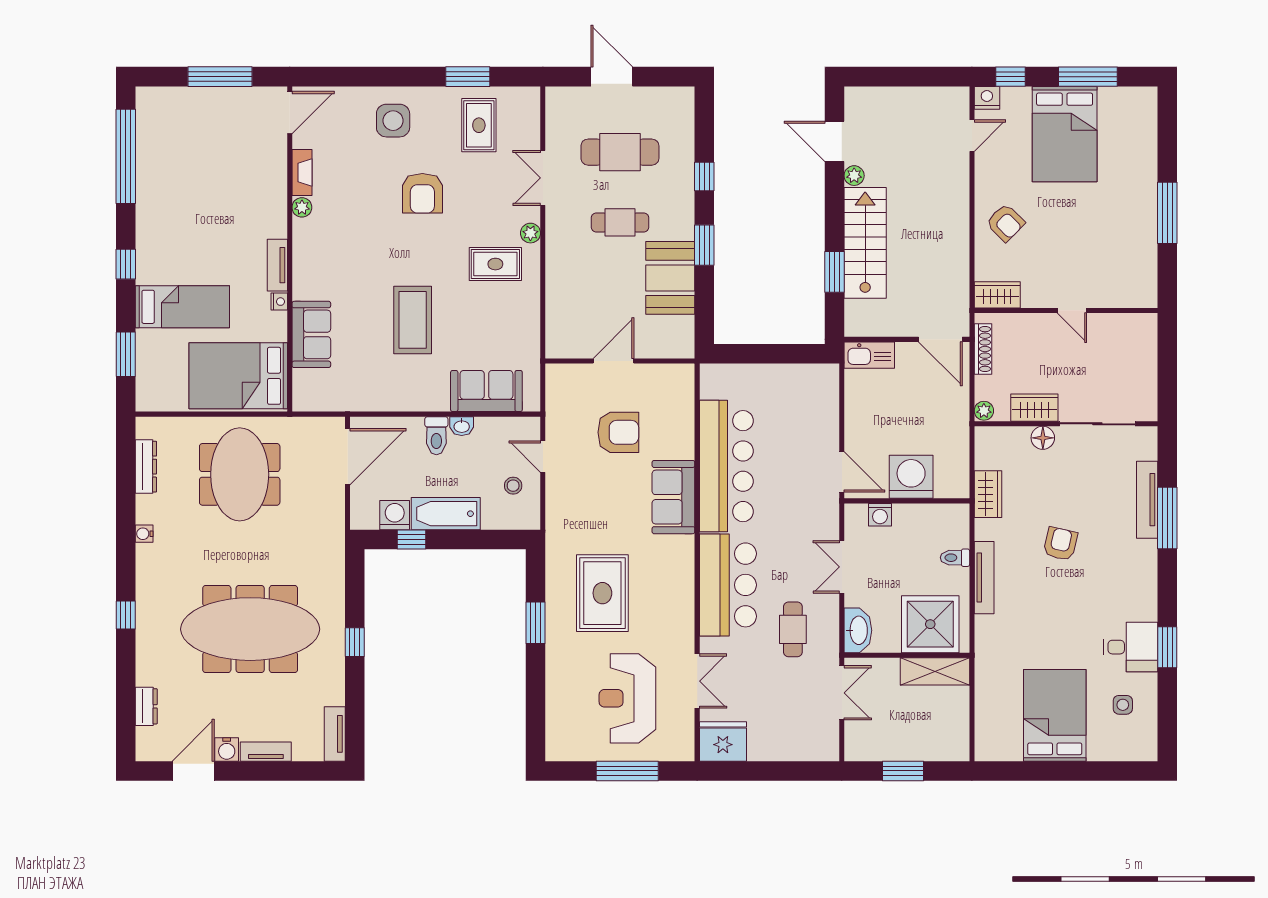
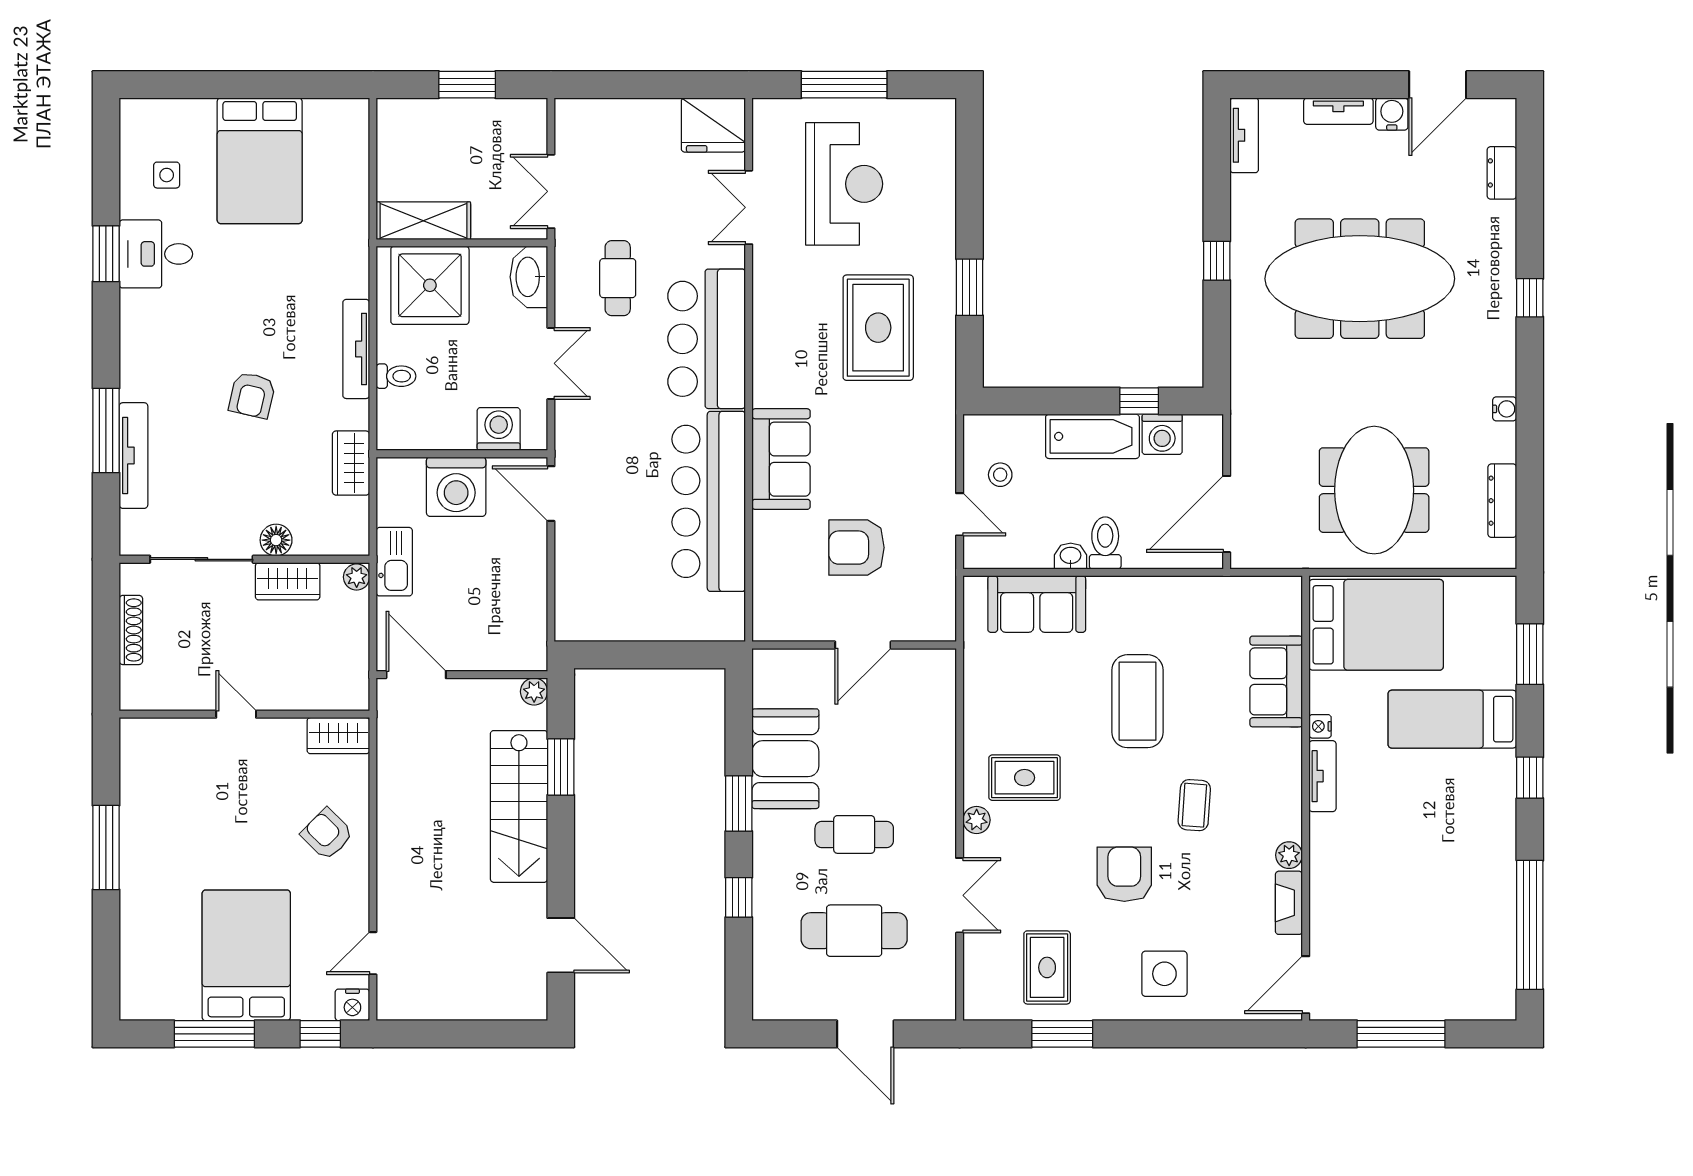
plant: (854, 176) -> (534, 692), moved
coffee table: (371, 244) -> (1194, 805), added
shoe rack: (983, 349) -> (131, 630), moved, turned 180
kitchen sink: (869, 355) -> (394, 562), moved, turned 90
washing machine: (880, 515) -> (499, 429), width x1.38, depth x1.38

